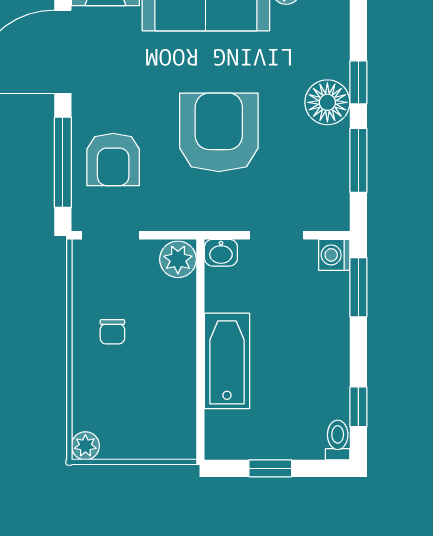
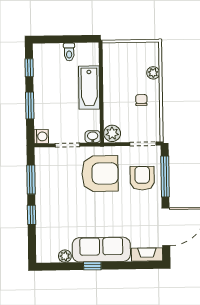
floor lamp: (327, 102) -> (45, 206), removed
armchair: (219, 132) -> (100, 174), moved, turned -90
window: (358, 287) -> (30, 105), moved
toilet: (338, 440) -> (69, 52), moved
plant: (85, 446) -> (153, 73), moved
window: (270, 468) -> (69, 39), removed

